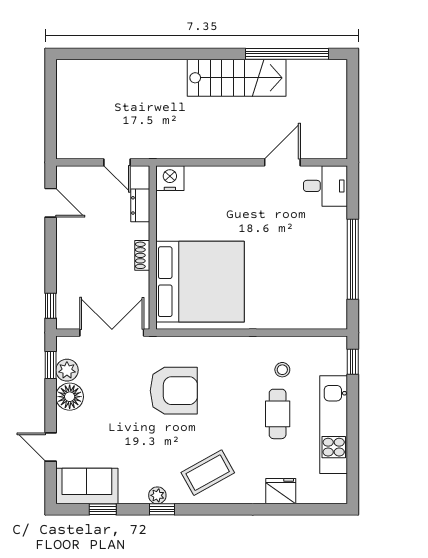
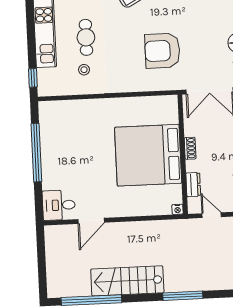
window: (162, 54) -> (183, 296), added
nightstand: (170, 178) -> (178, 209), width x0.53, depth x0.56
bed: (200, 282) -> (148, 155), moved

